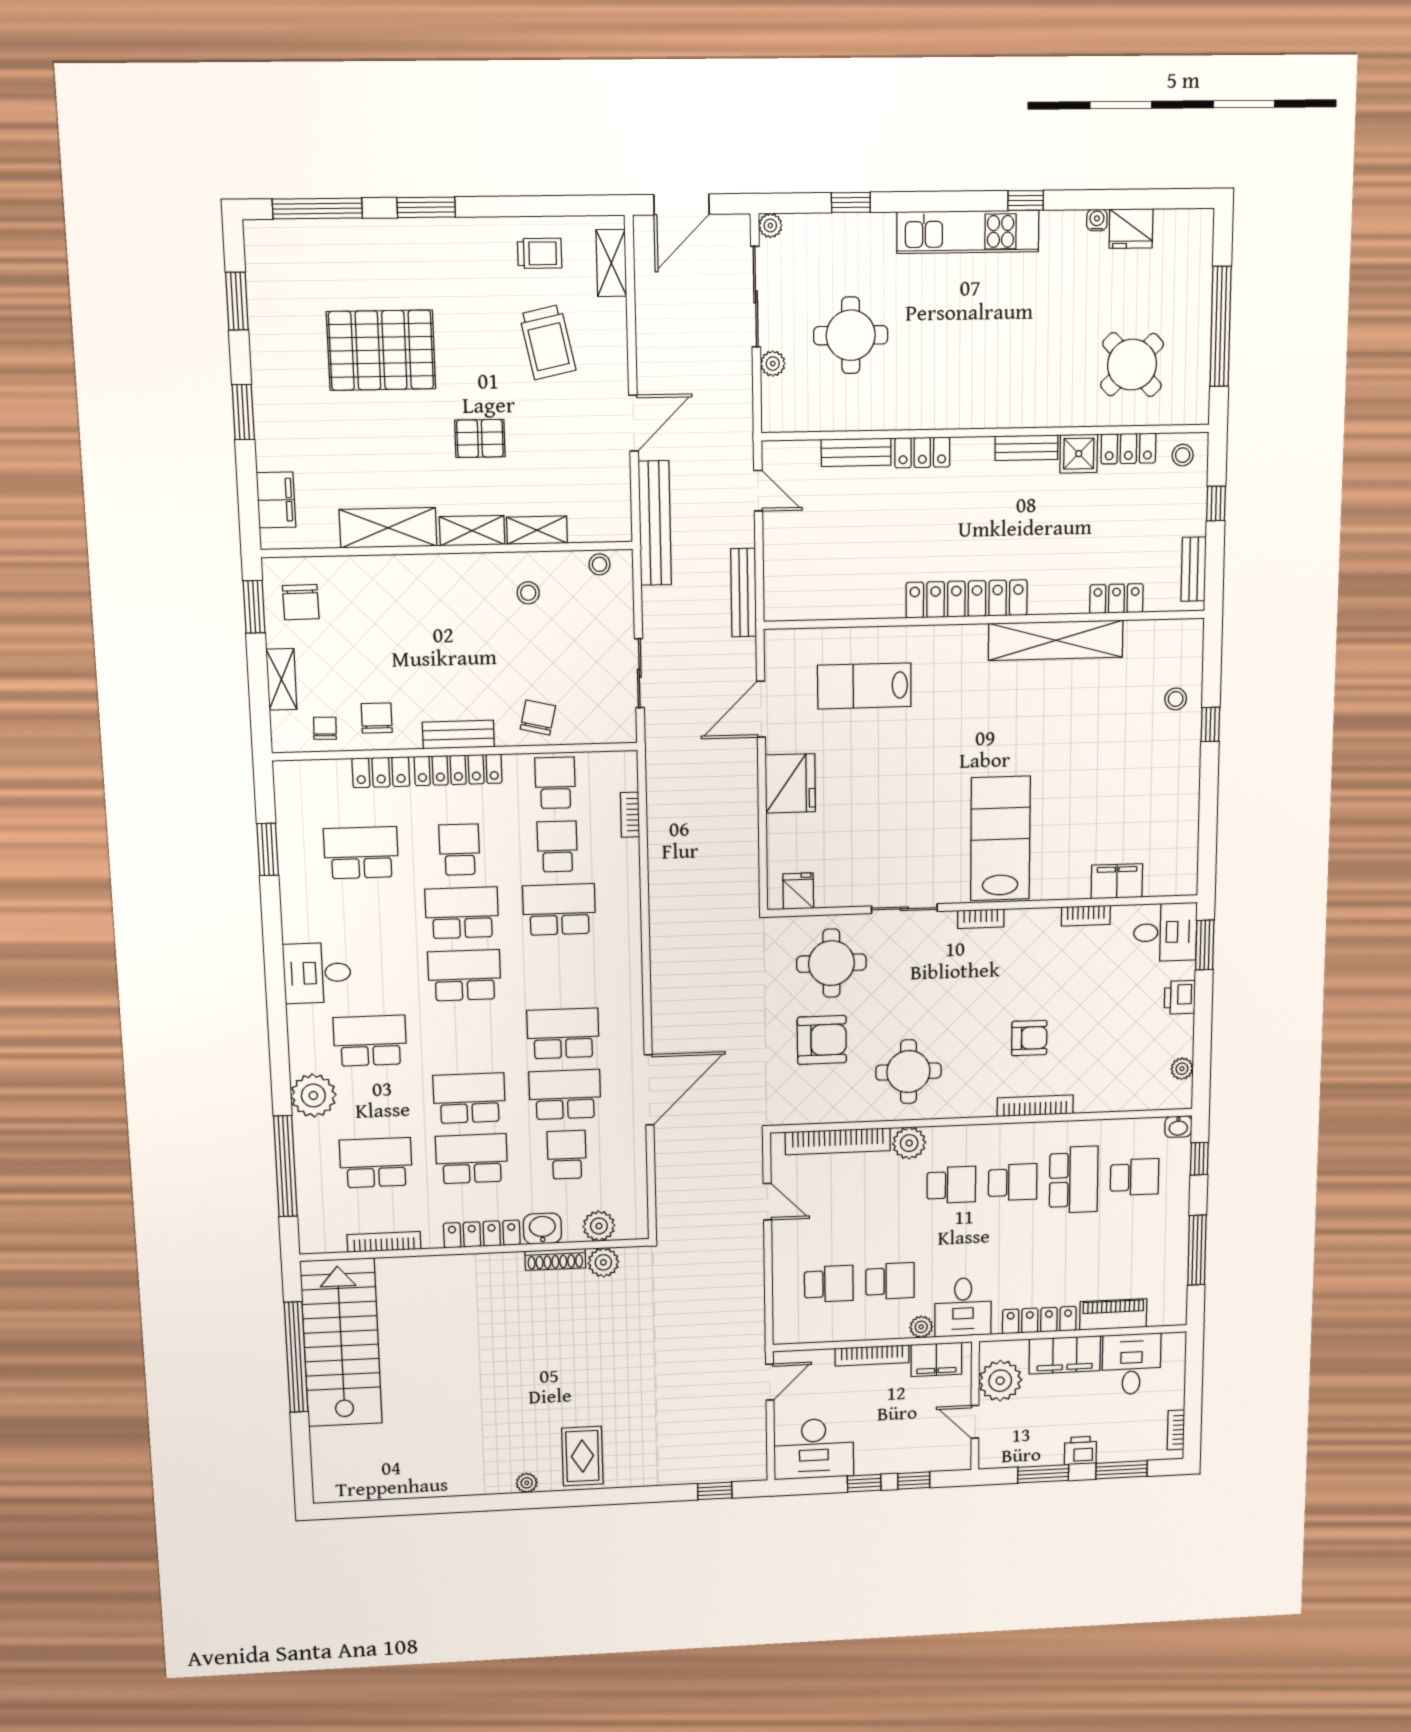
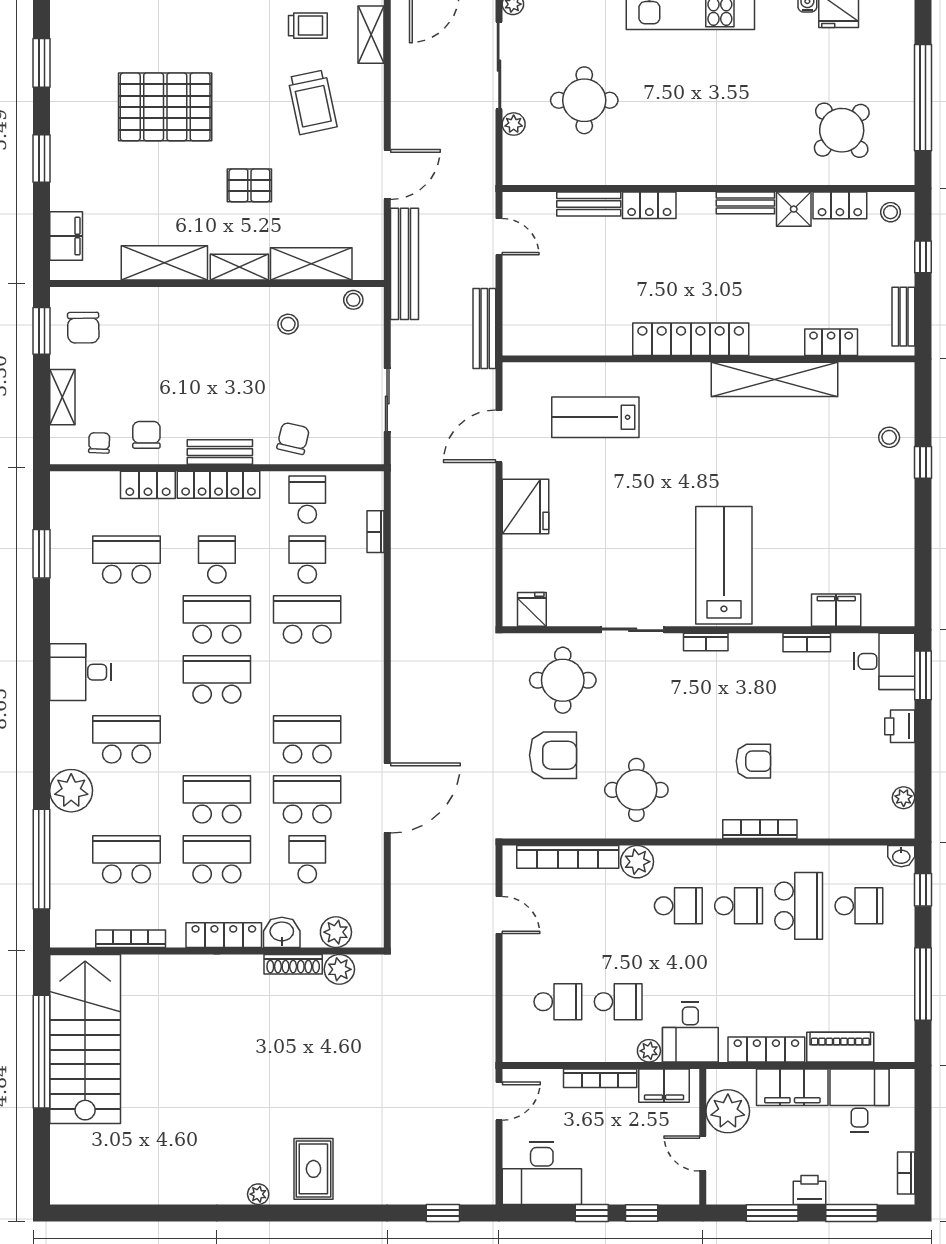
shelving: (537, 530) -> (311, 264), width x1.50, depth x1.33

